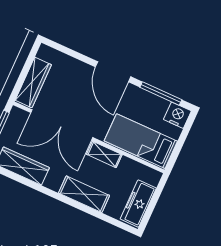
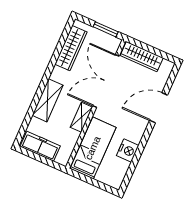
door: (113, 72) -> (159, 108), moved
window: (161, 93) -> (133, 165), removed
nightstand: (177, 115) -> (128, 150), moved

